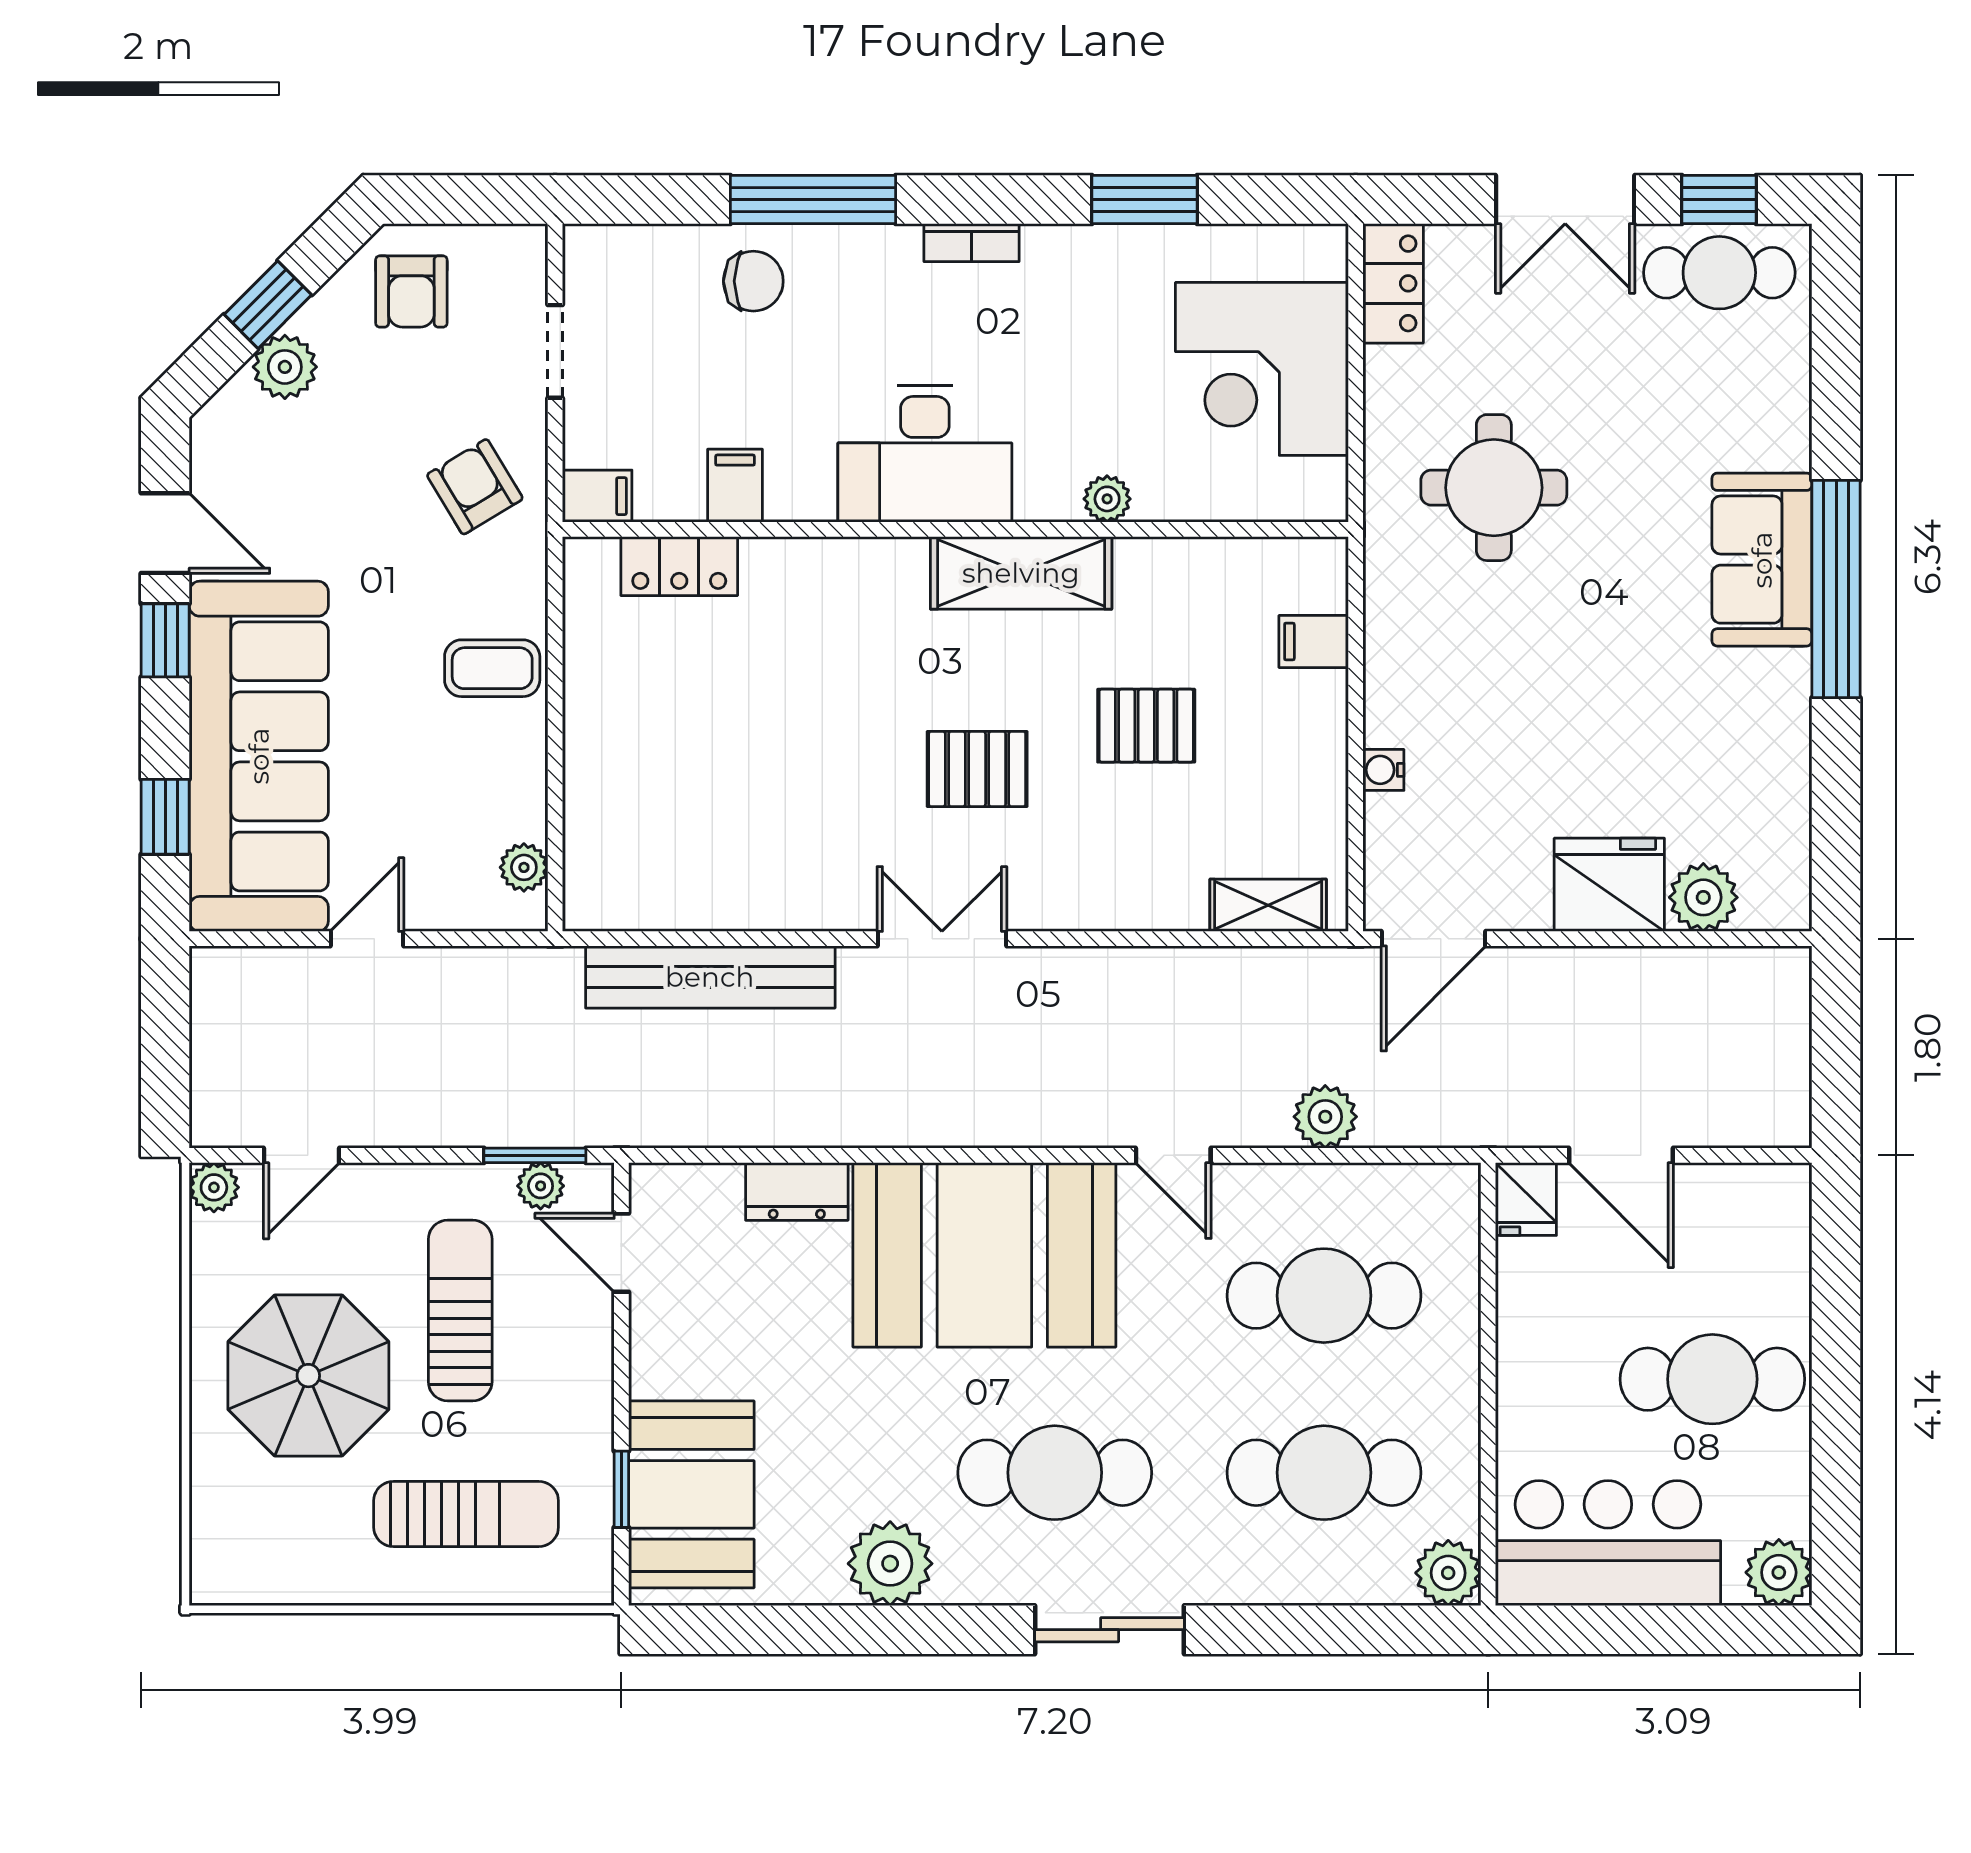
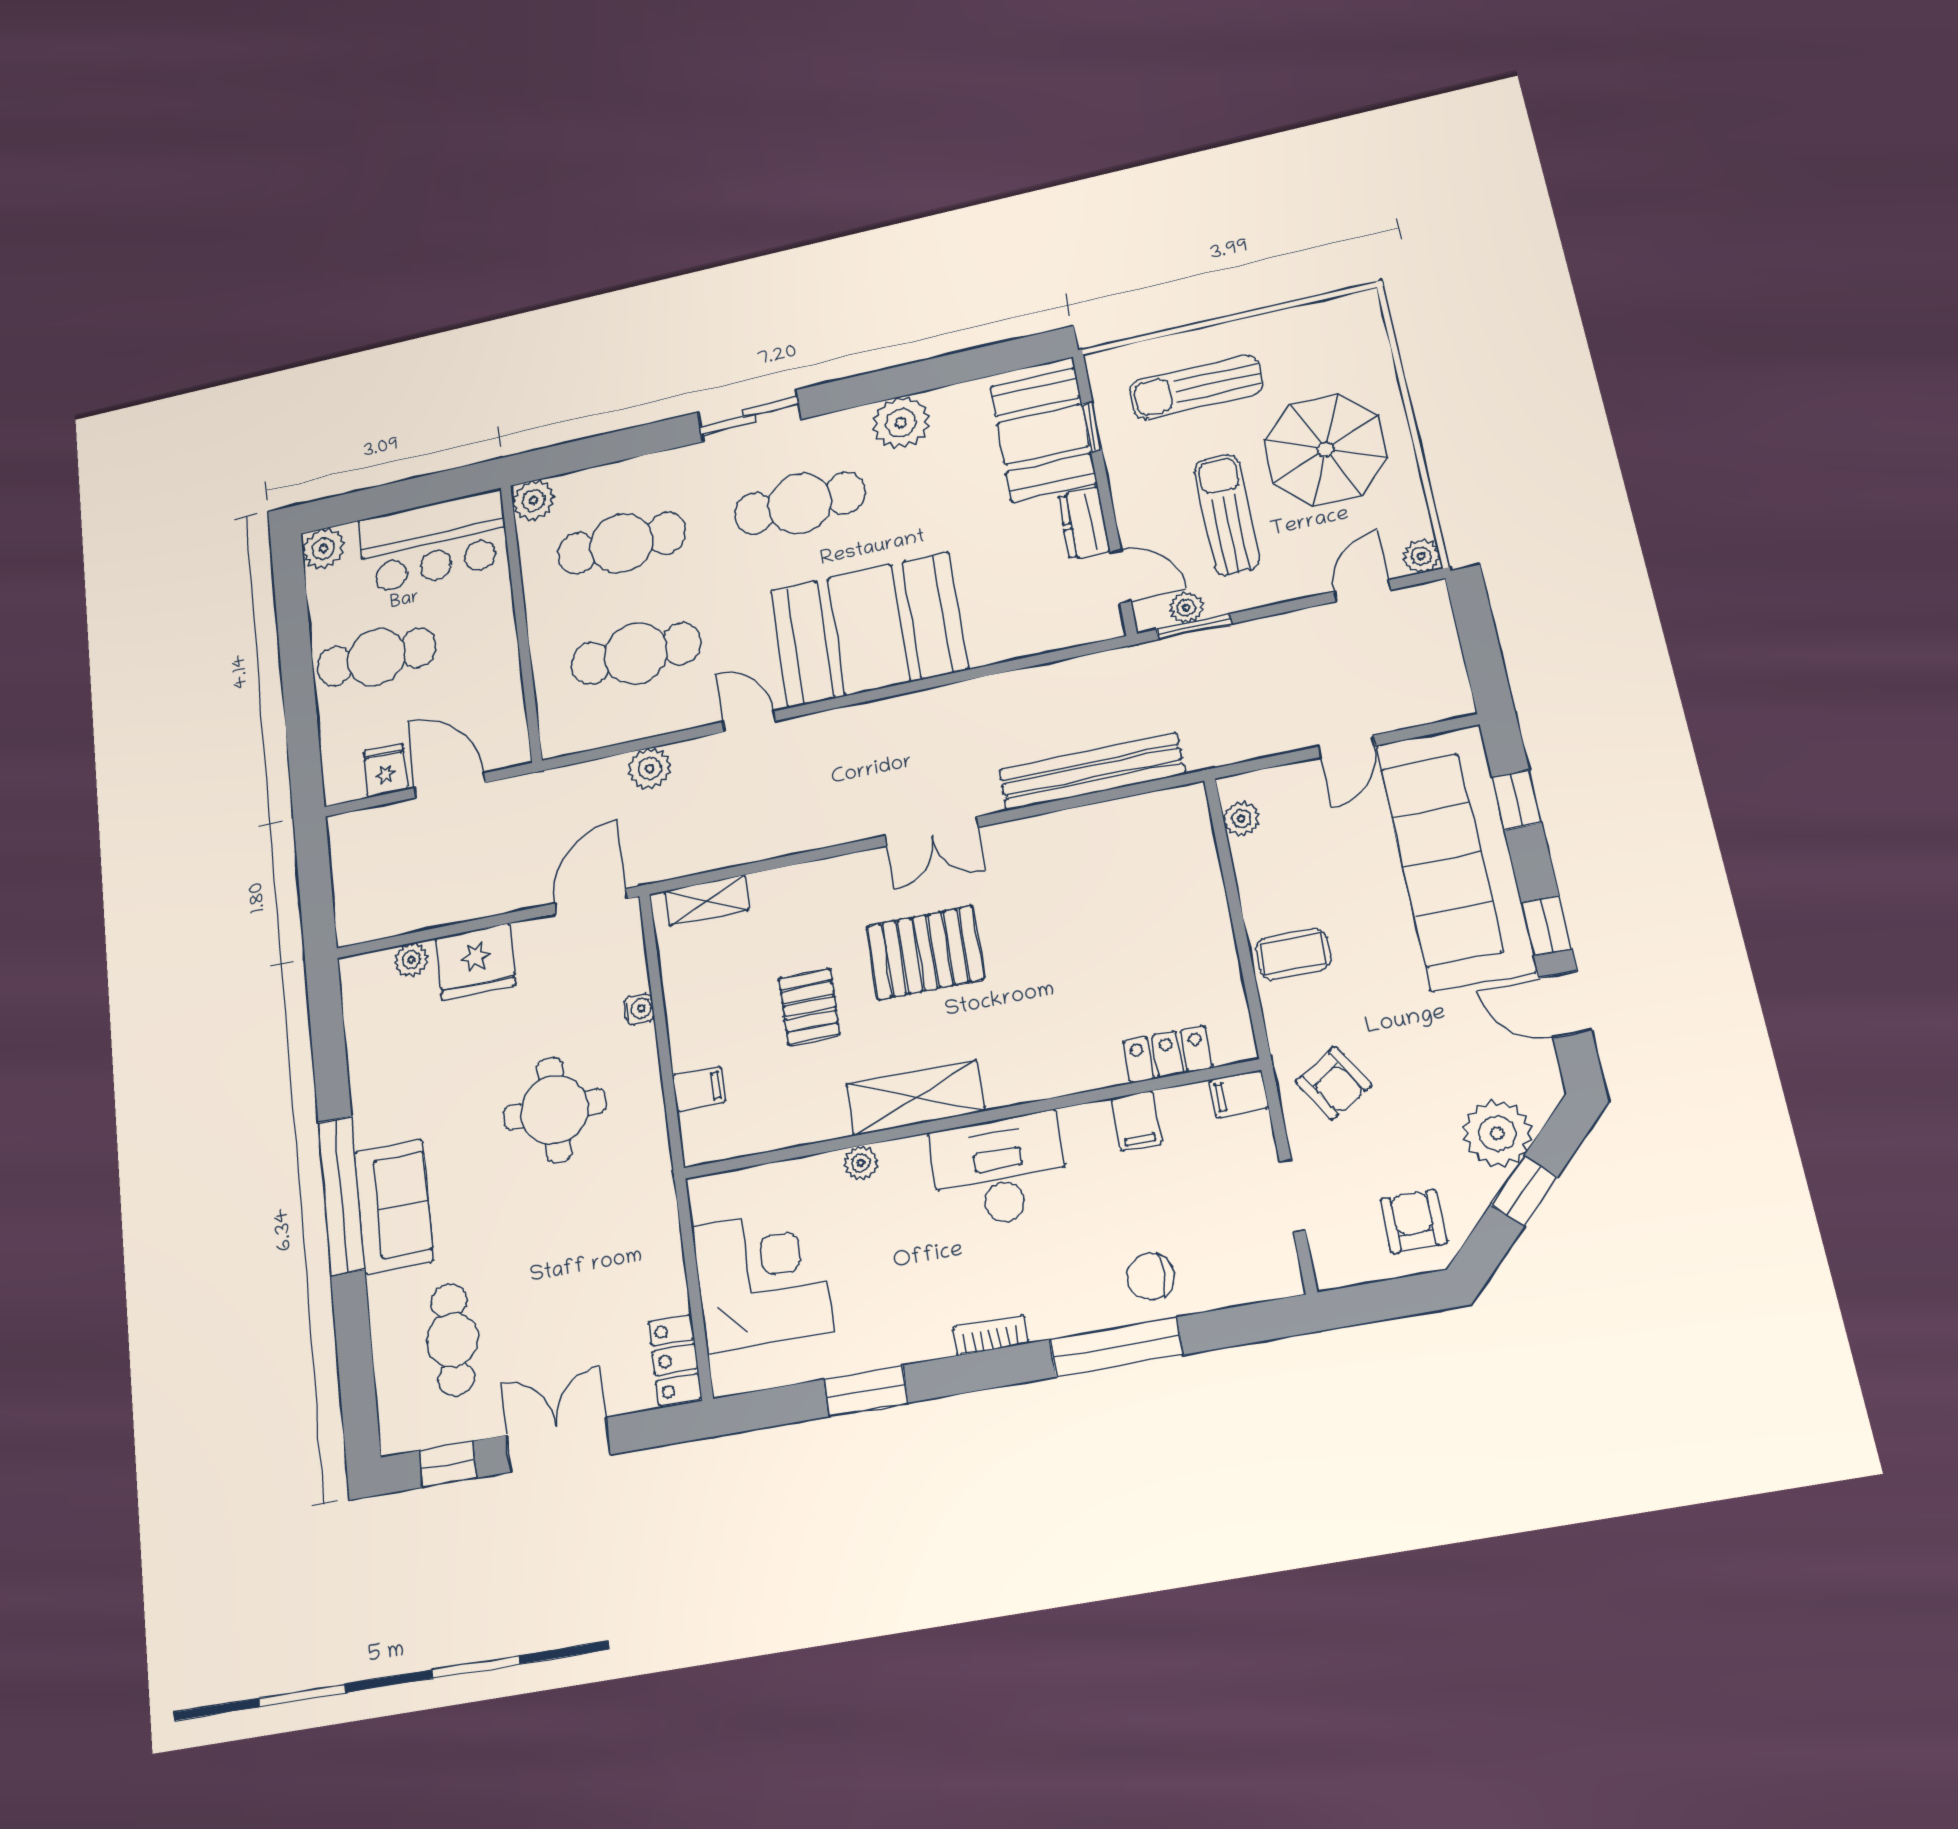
cafe table: (1719, 273) -> (453, 1340), moved, turned 90
plant: (285, 367) -> (1497, 1133), width x1.36, depth x1.36
round table: (1494, 488) -> (555, 1110), moved
pallet: (1146, 726) -> (809, 1007), turned 90
pallet: (977, 769) -> (925, 953), width x1.50, depth x1.42
plant: (1703, 897) -> (411, 960), width x0.73, depth x0.73
dresser: (797, 1191) -> (1084, 523), moved, turned -90
fridge: (1526, 1199) -> (385, 771), moved
sun lounger: (460, 1311) -> (1227, 515), turned 180

